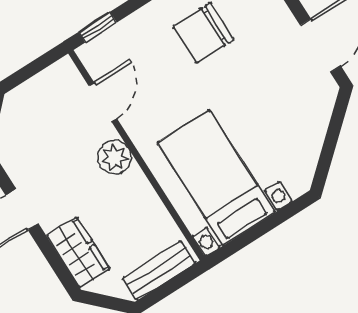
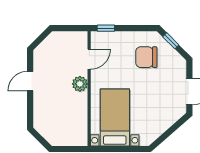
wardrobe: (78, 252) -> (42, 112), removed
bench: (159, 271) -> (69, 140), removed

